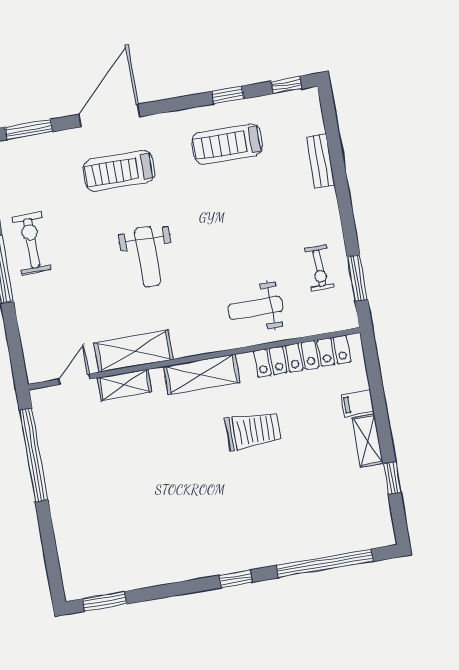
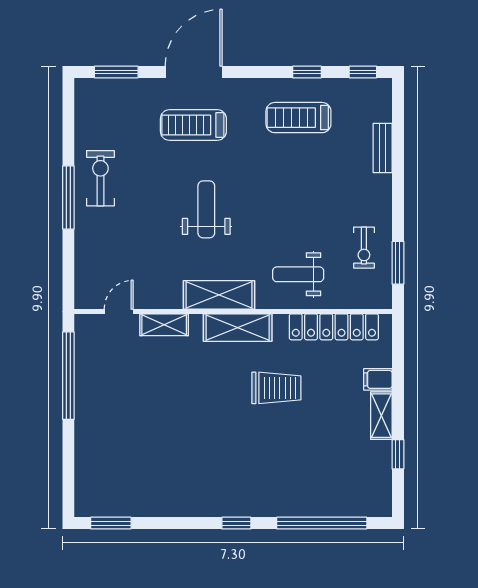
weight bench: (148, 257) -> (206, 209), turned 180
shelving: (134, 351) -> (219, 295), moved

